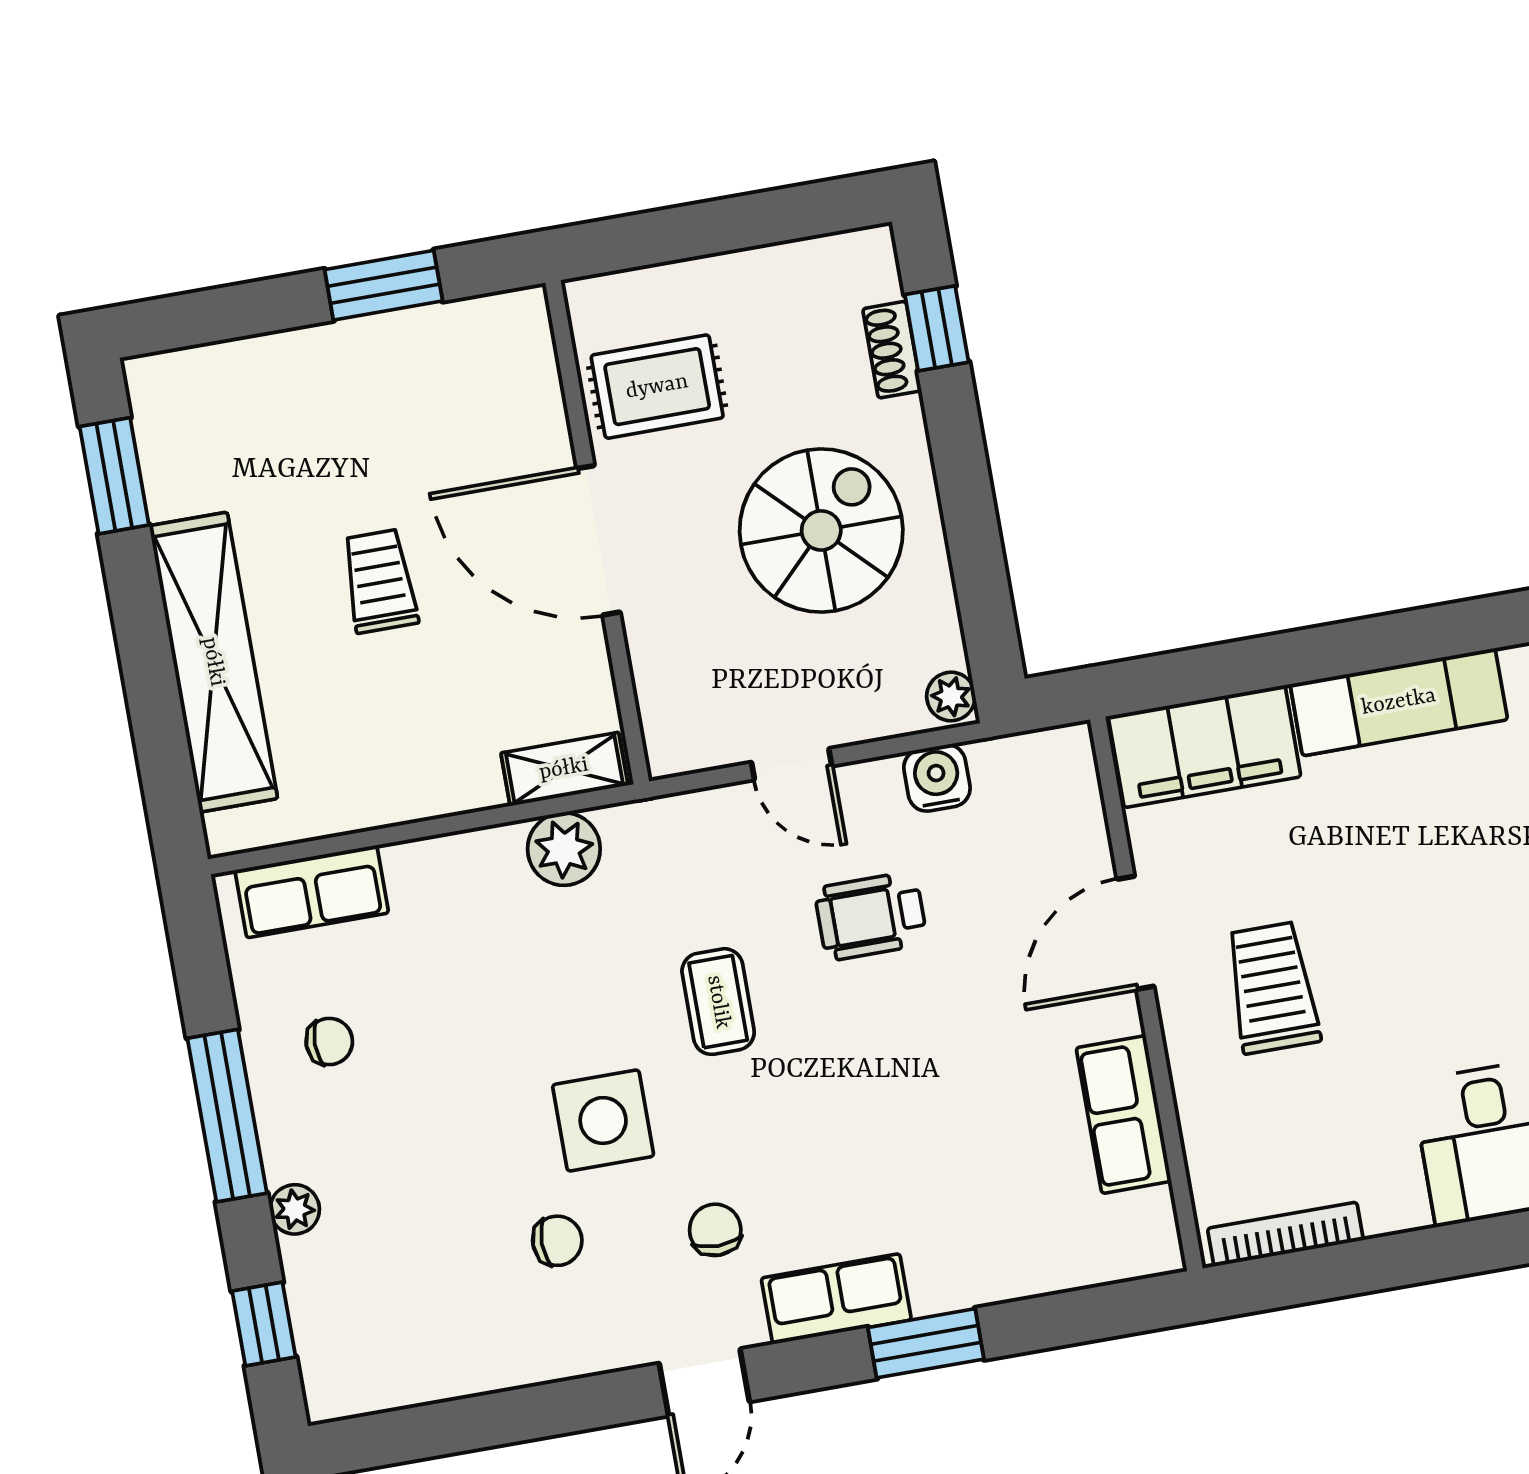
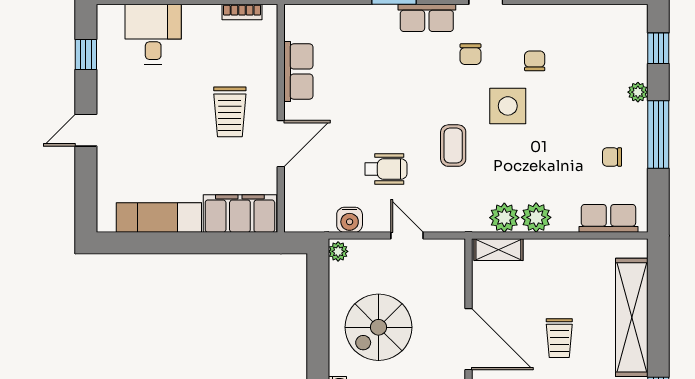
plant: (487, 863) -> (536, 217), added
bookcase: (1285, 1234) -> (242, 12), width x0.64
chair: (557, 1241) -> (535, 61), turned 90

